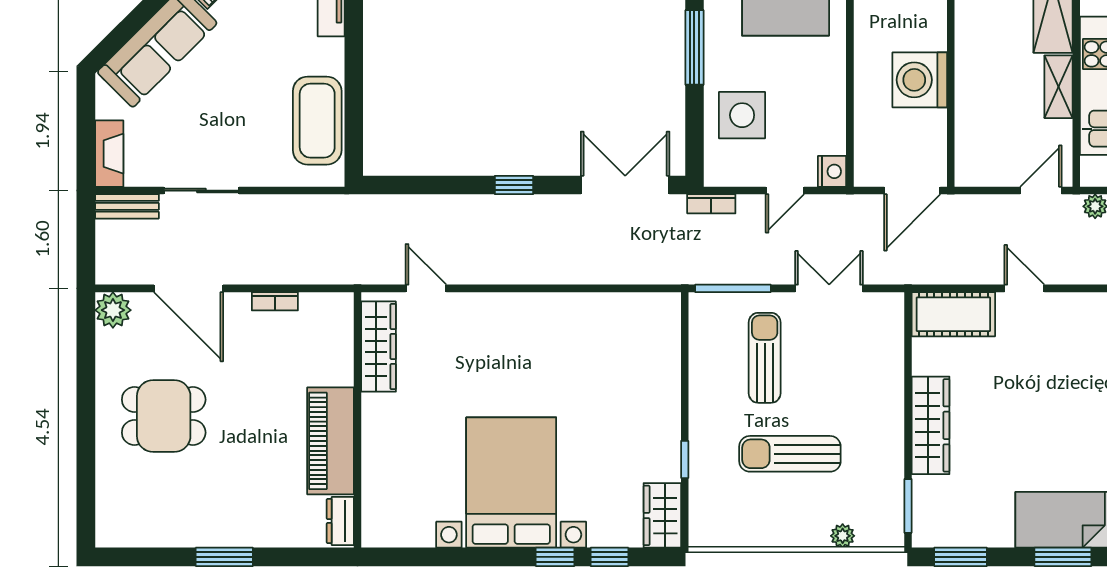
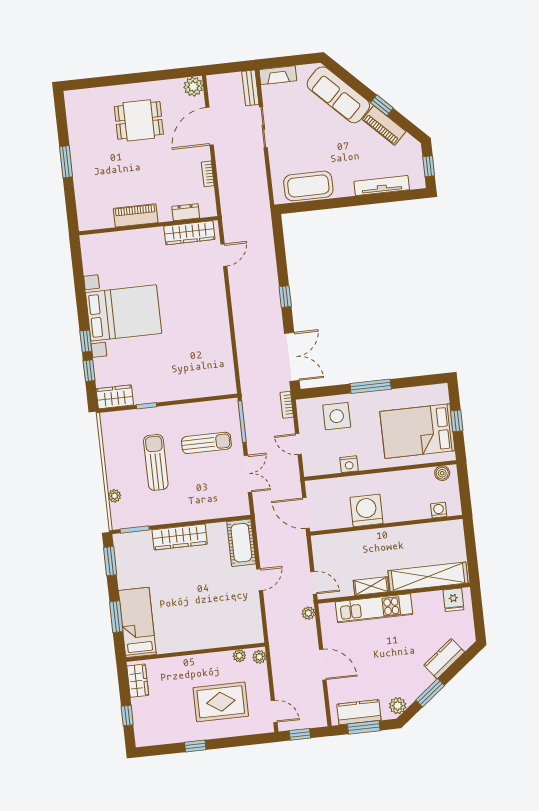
nightstand: (832, 171) -> (349, 464), moved
dining table: (164, 416) -> (139, 120), turned 90
piano: (331, 441) -> (136, 215), width x0.73, depth x0.75
dresser: (340, 521) -> (186, 212), moved

